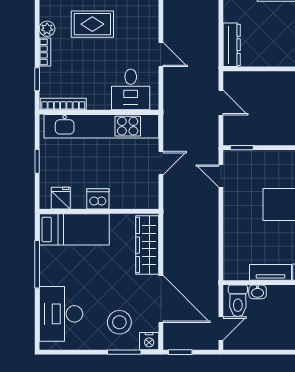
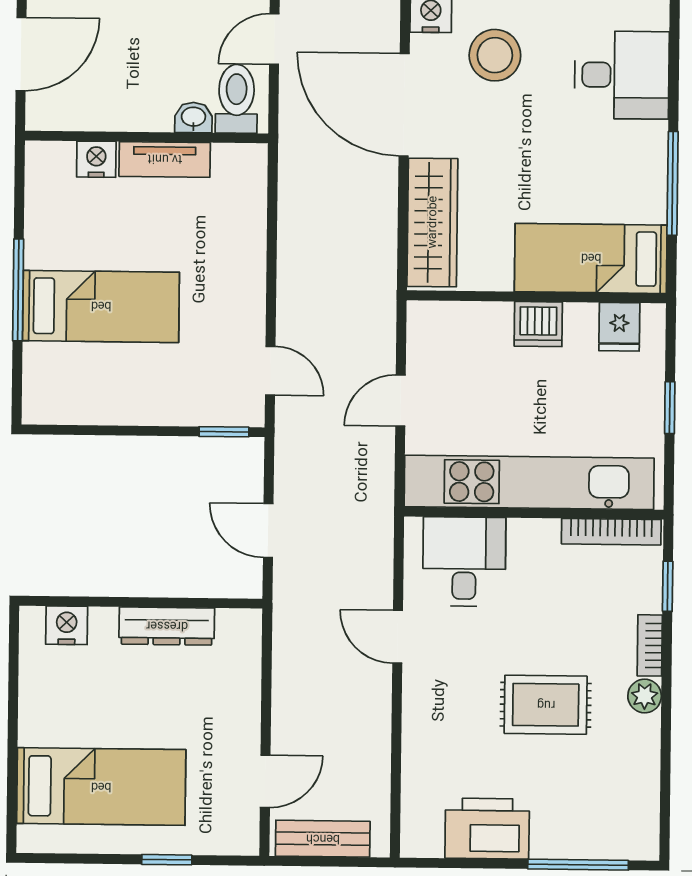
dresser: (232, 45) -> (167, 626), moved, turned -90
desk: (61, 314) -> (622, 75), width x0.73

